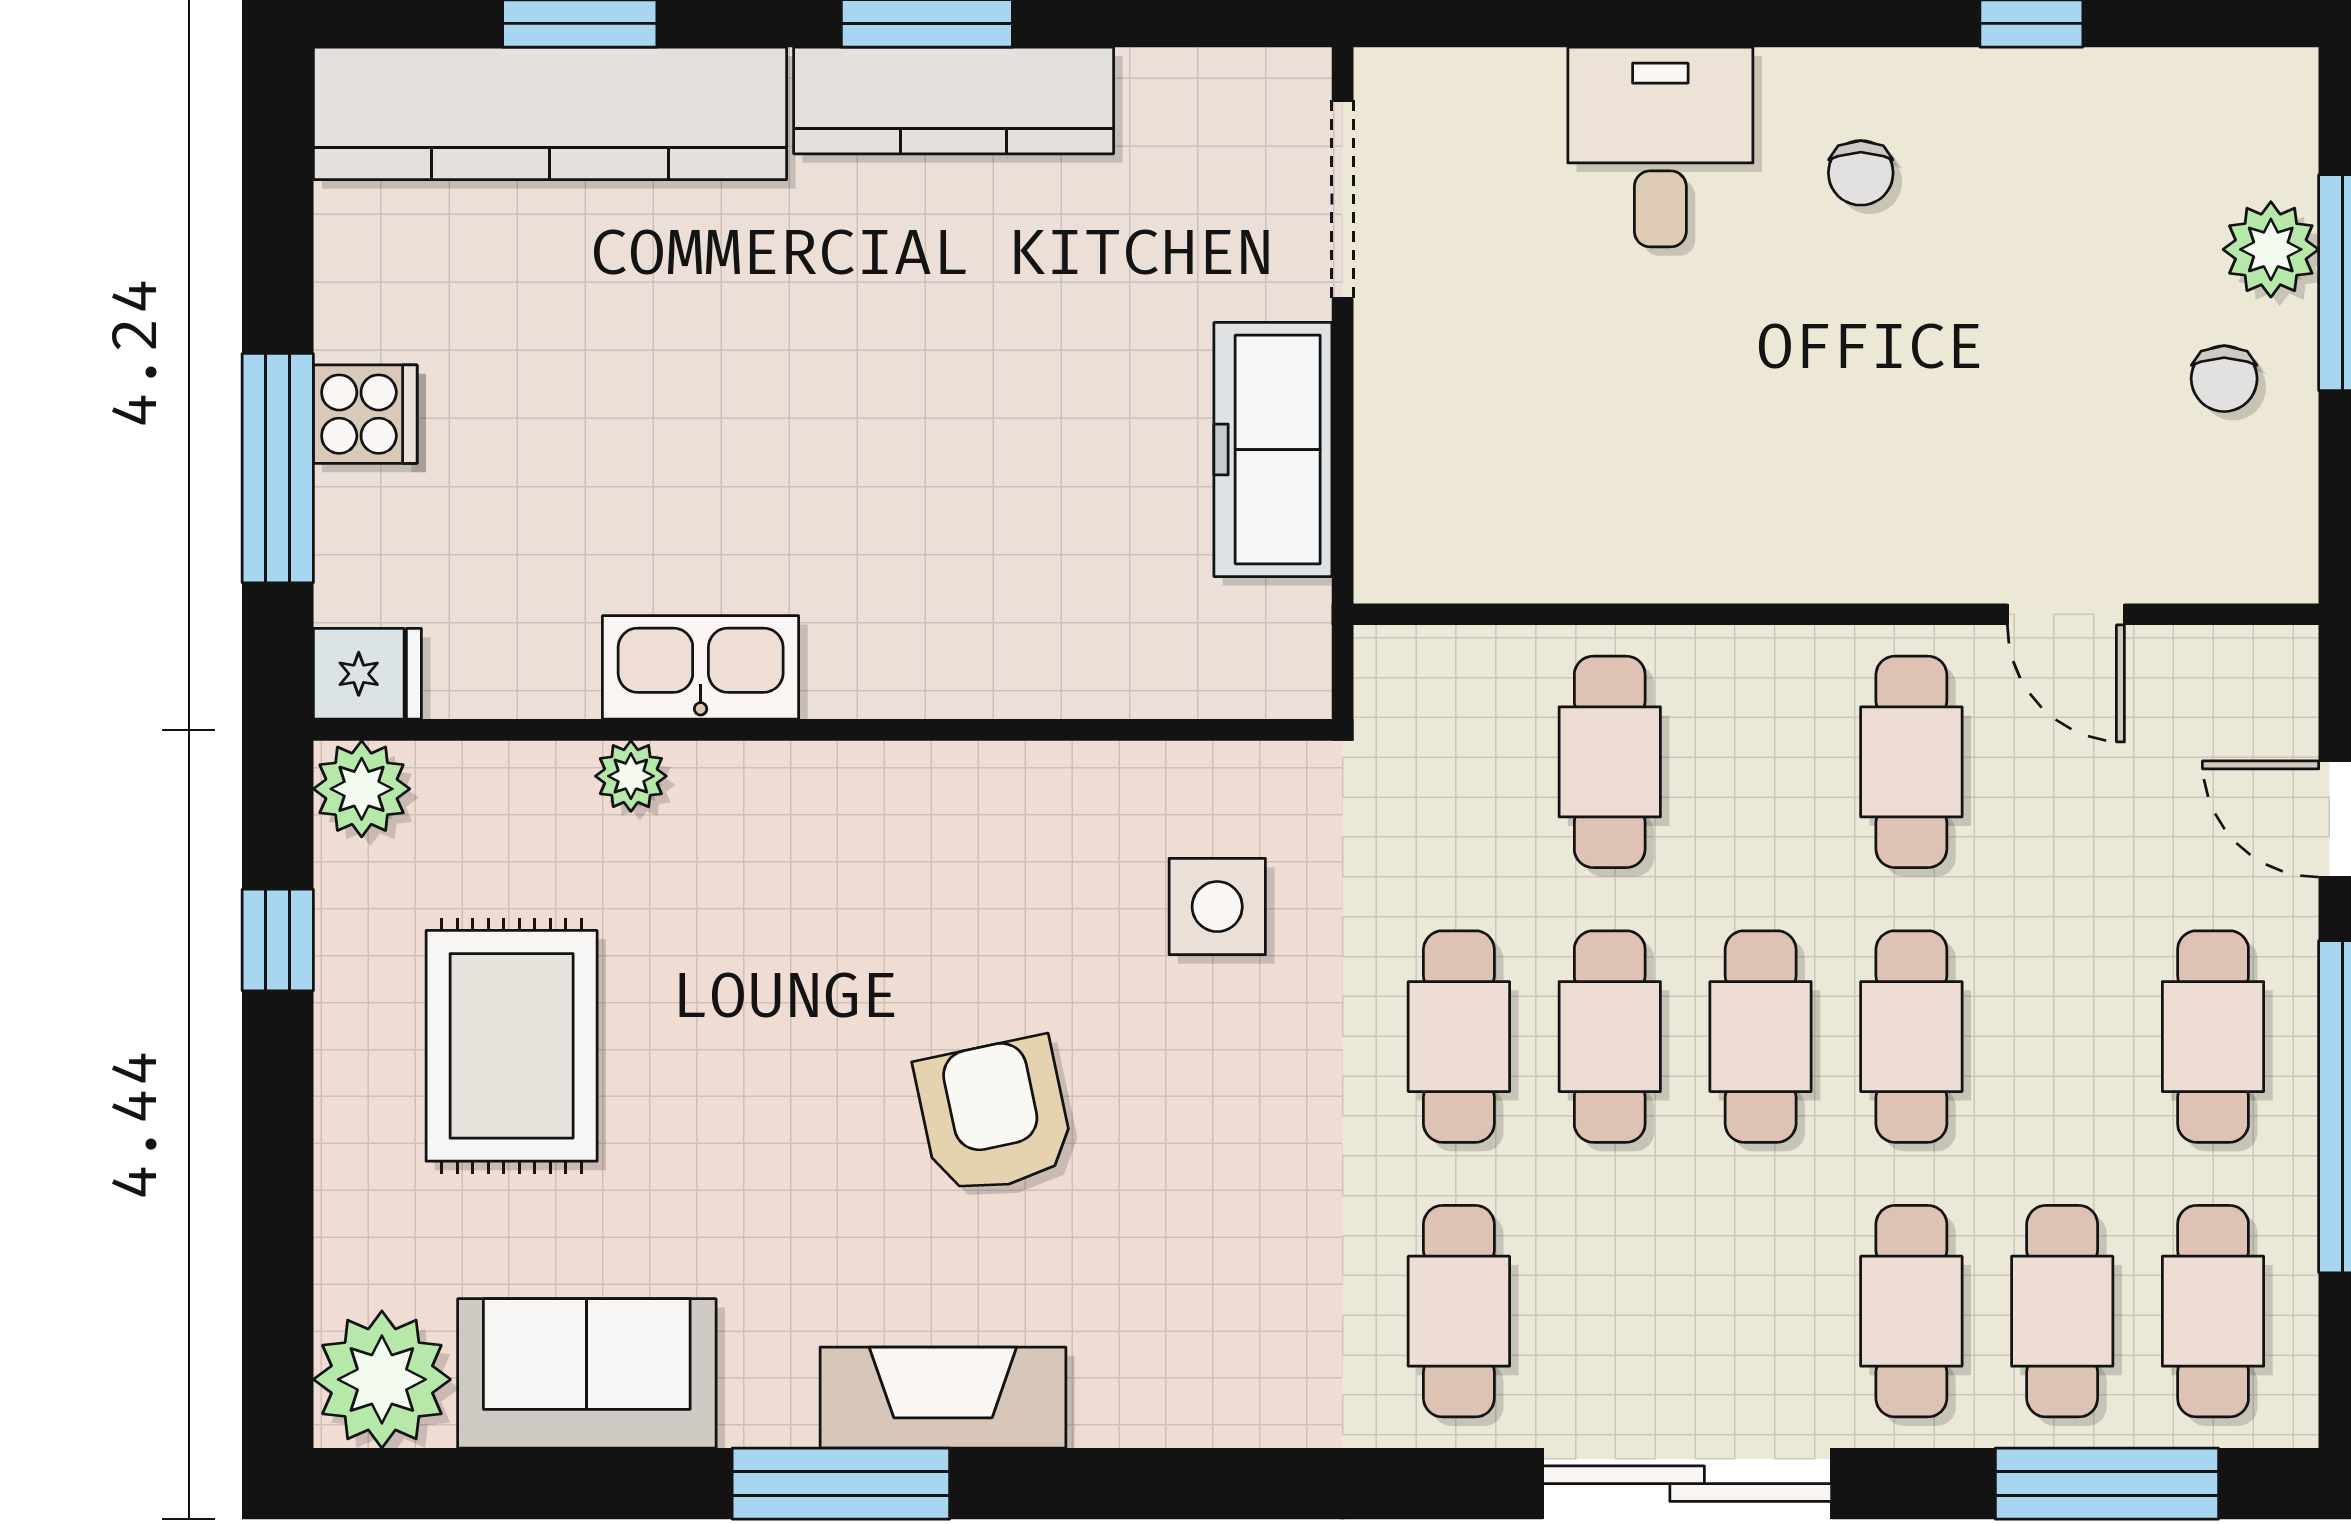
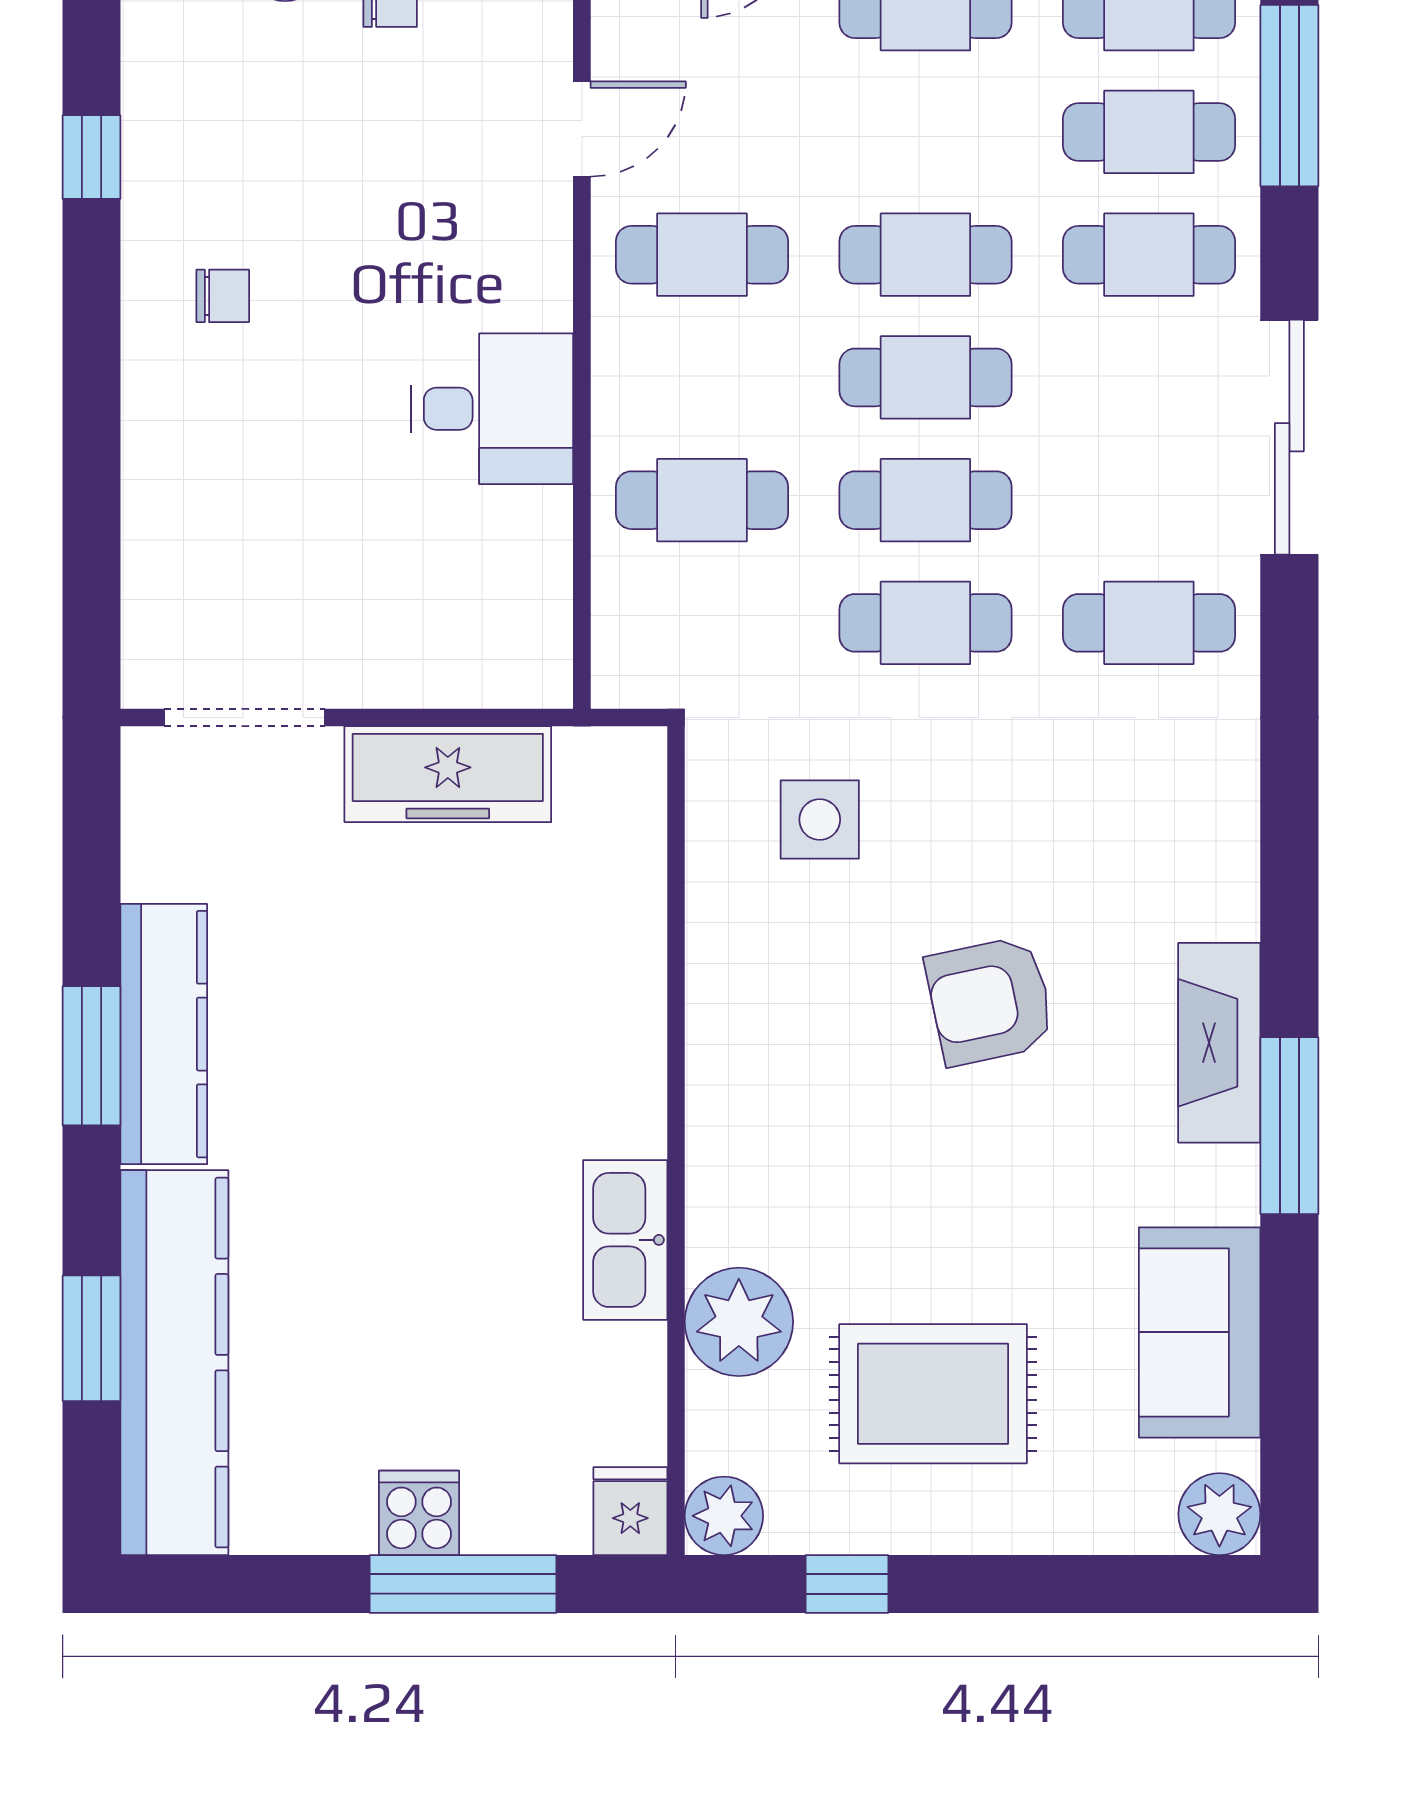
desk: (1660, 147) -> (492, 409), moved, turned 180
plant: (631, 776) -> (739, 1322), width x1.87, depth x1.87
plant: (382, 1379) -> (1219, 1514), width x0.73, depth x0.73

